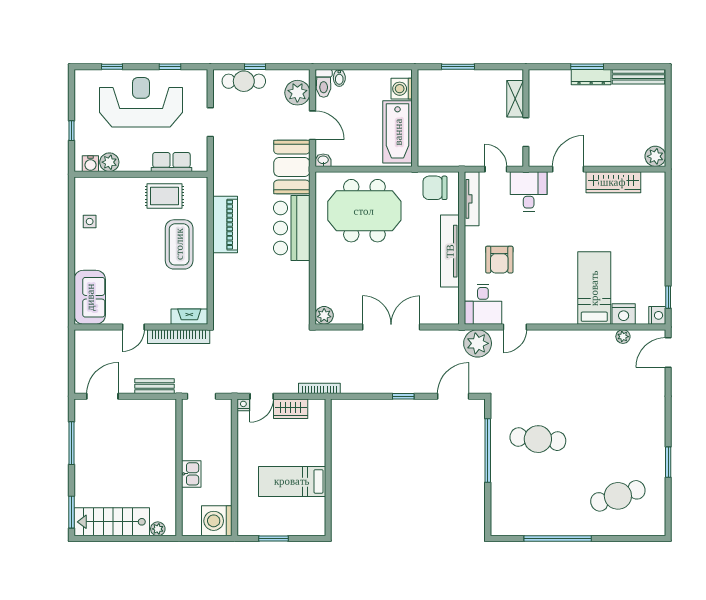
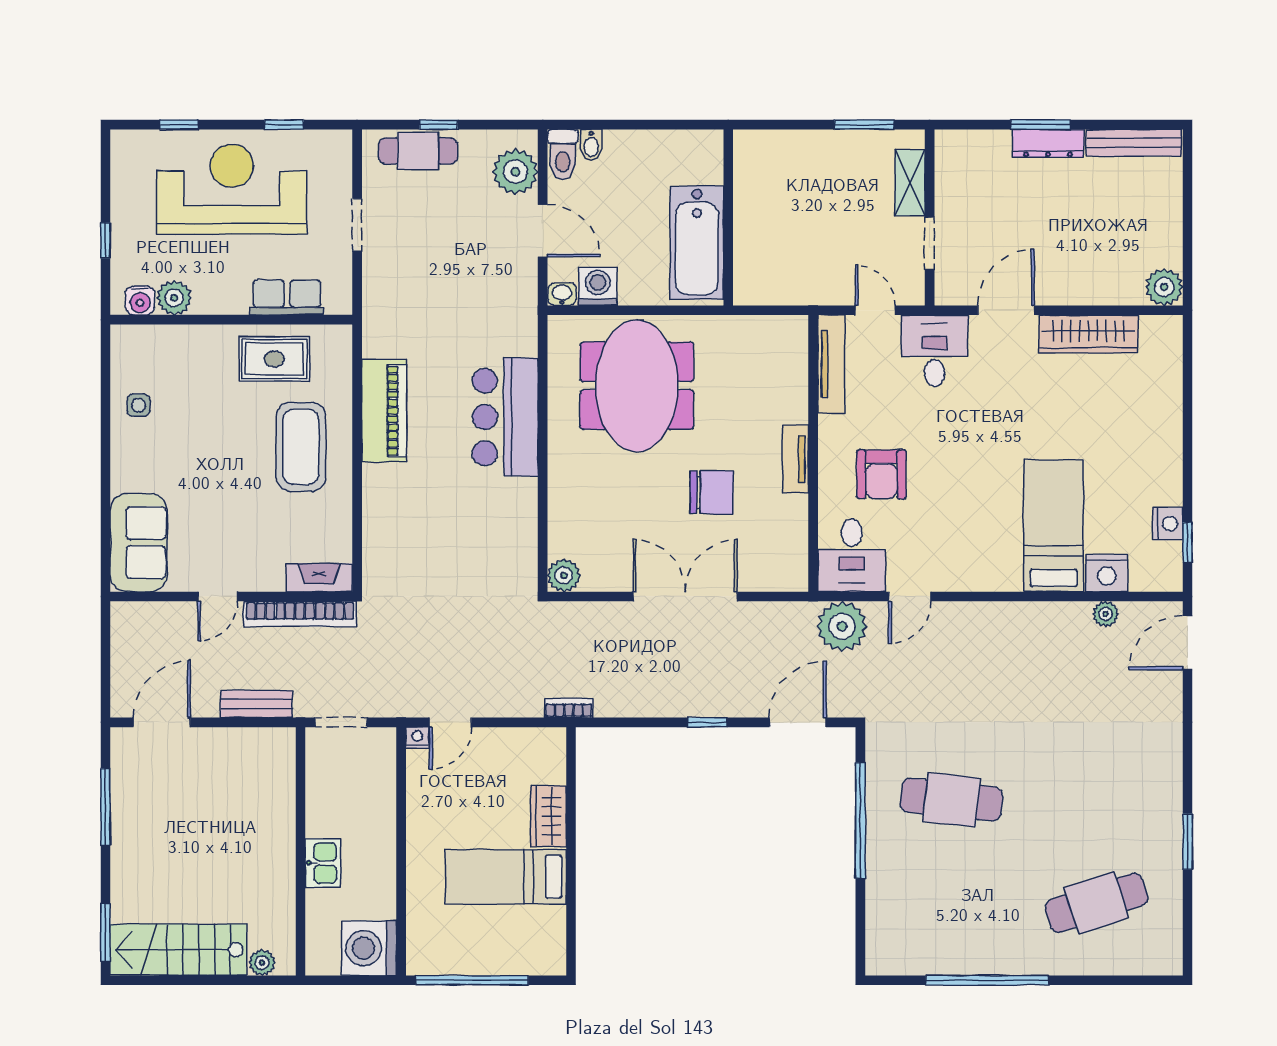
window: (458, 67) -> (864, 125), moved
washing machine: (402, 89) -> (598, 286), moved, turned 90
booth: (292, 167) -> (505, 306), removed
chair: (435, 188) -> (712, 492), moved, turned 180
meeting table: (364, 211) -> (637, 386), turned 90
tv unit: (450, 251) -> (795, 459), width x0.52, depth x0.78
nightstand: (657, 315) -> (1168, 524), moved
bookcase: (319, 388) -> (569, 708), width x0.64
wardrobe: (291, 409) -> (548, 816), moved, turned 90
window: (274, 539) -> (472, 980), width x2.11

